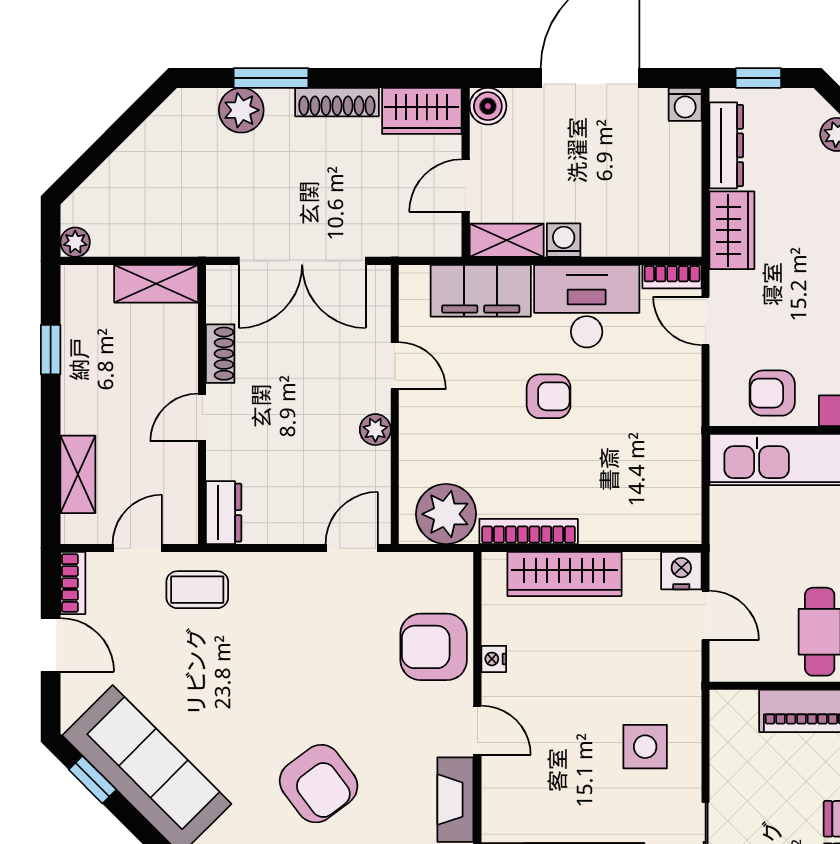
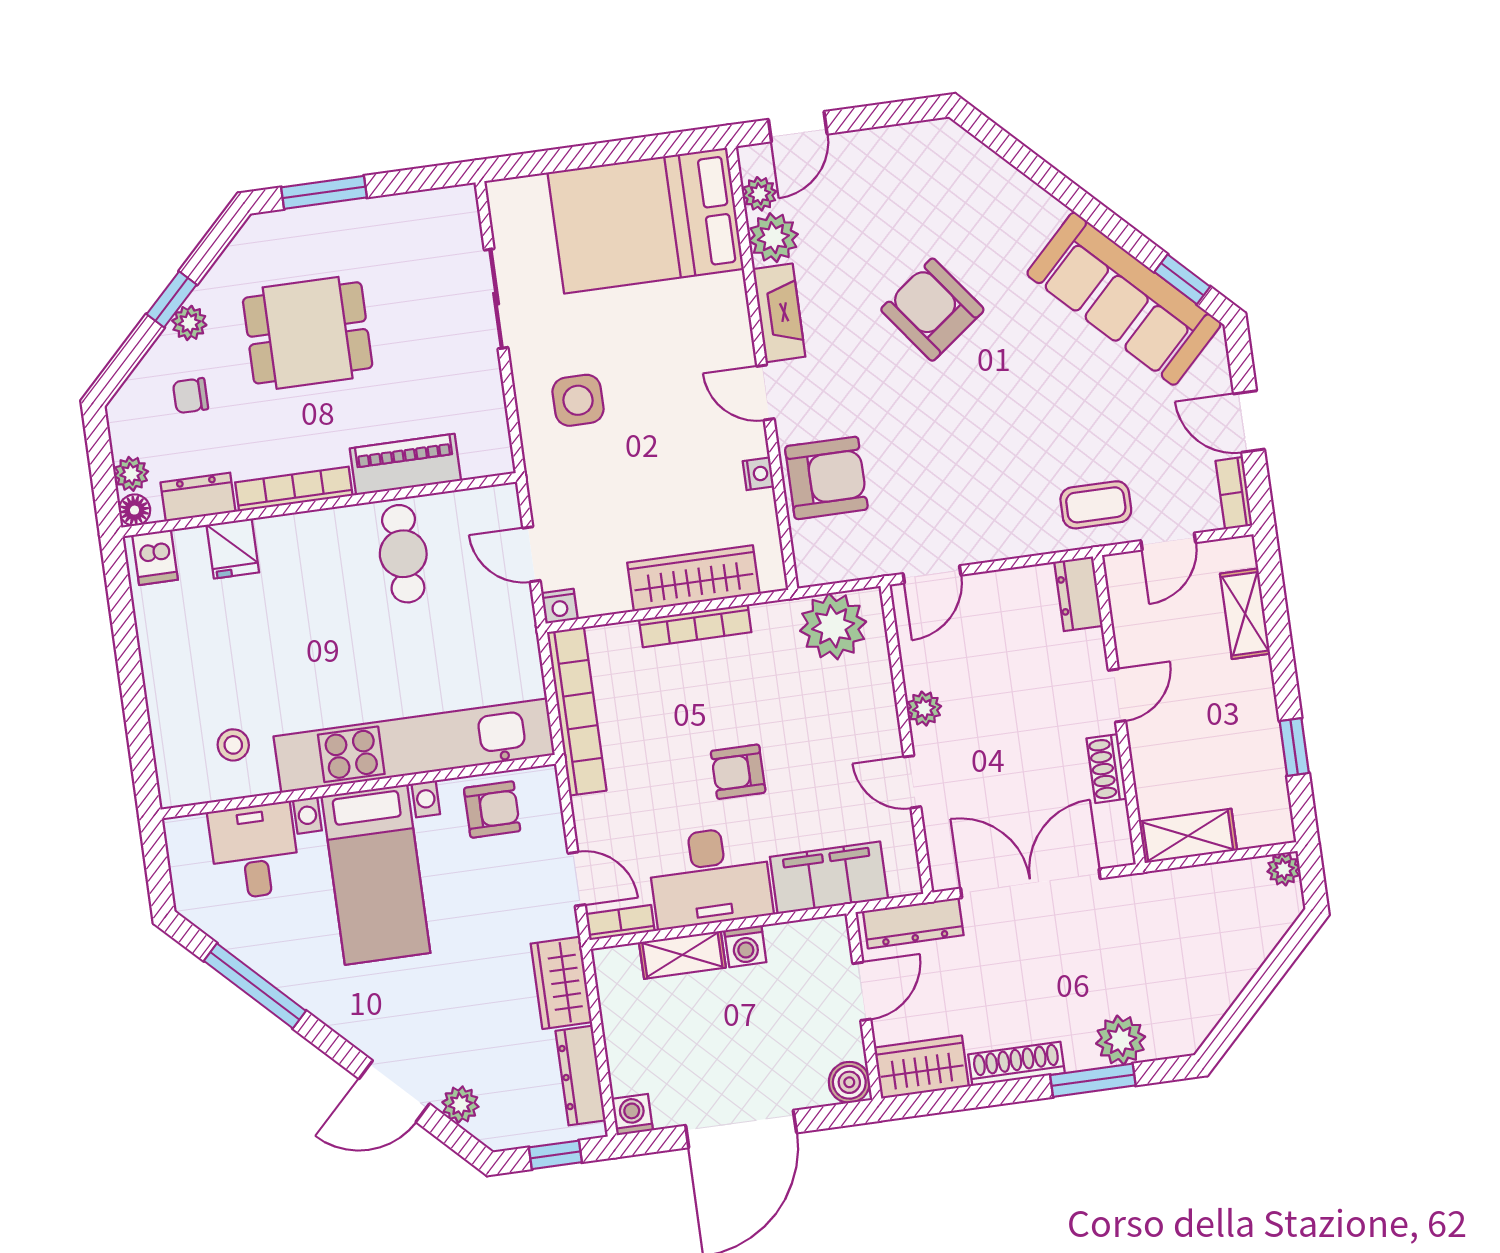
dresser: (411, 240) -> (913, 923), added
shelving: (507, 240) -> (682, 955), moved
bookcase: (685, 470) -> (577, 711), added
bookcase: (529, 531) -> (695, 626), moved
nightstand: (681, 571) -> (560, 606), width x0.72, depth x0.74

